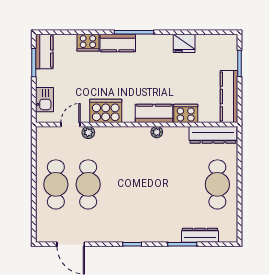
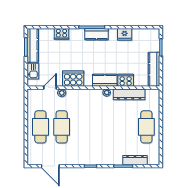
kitchen counter: (118, 43) -> (96, 34), moved
kitchen counter: (44, 51) -> (33, 45), width x1.50
dresser: (213, 135) -> (129, 94), moved

